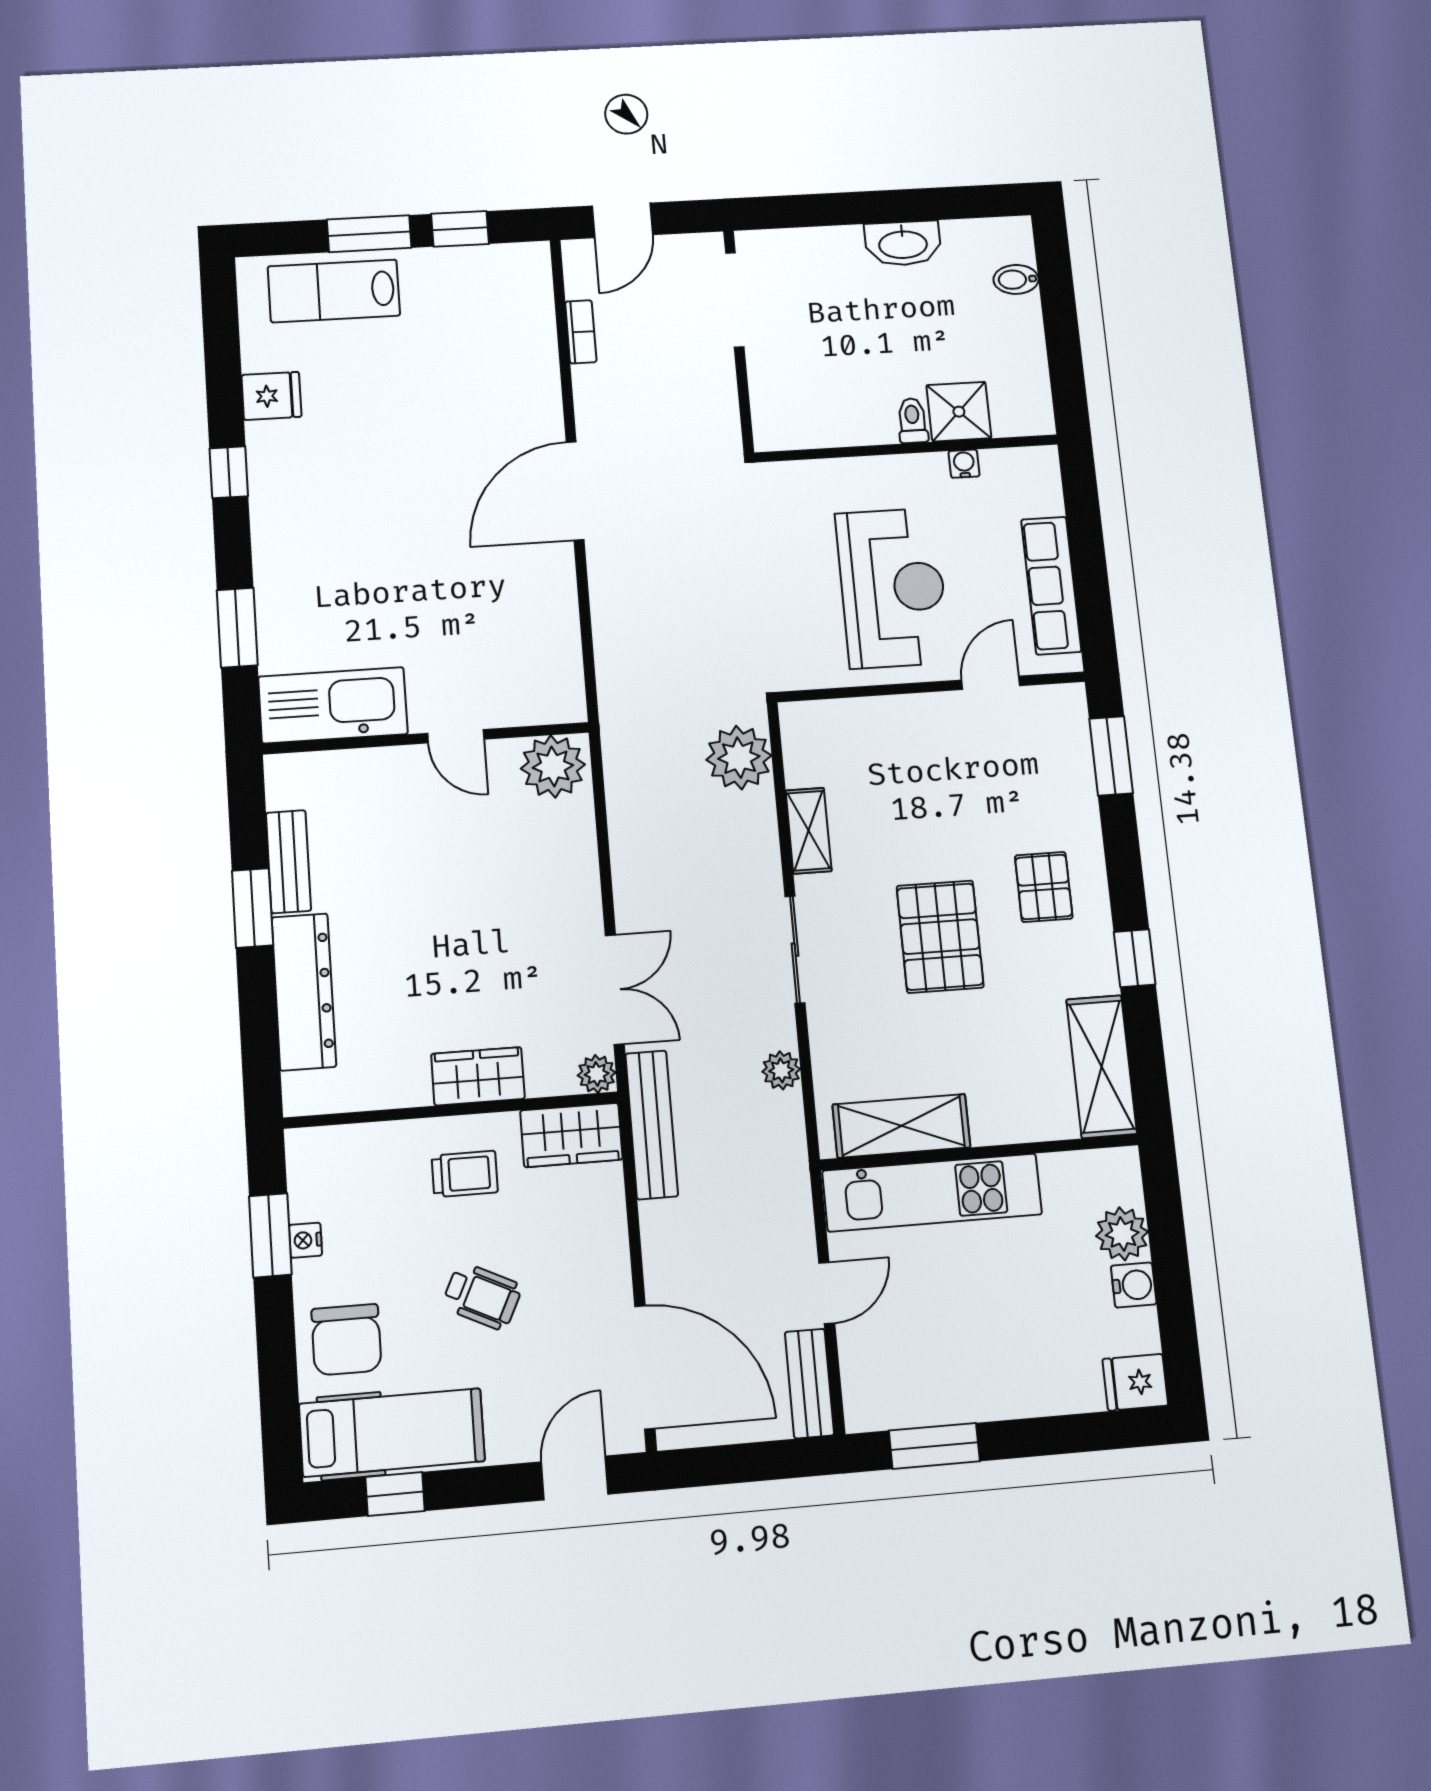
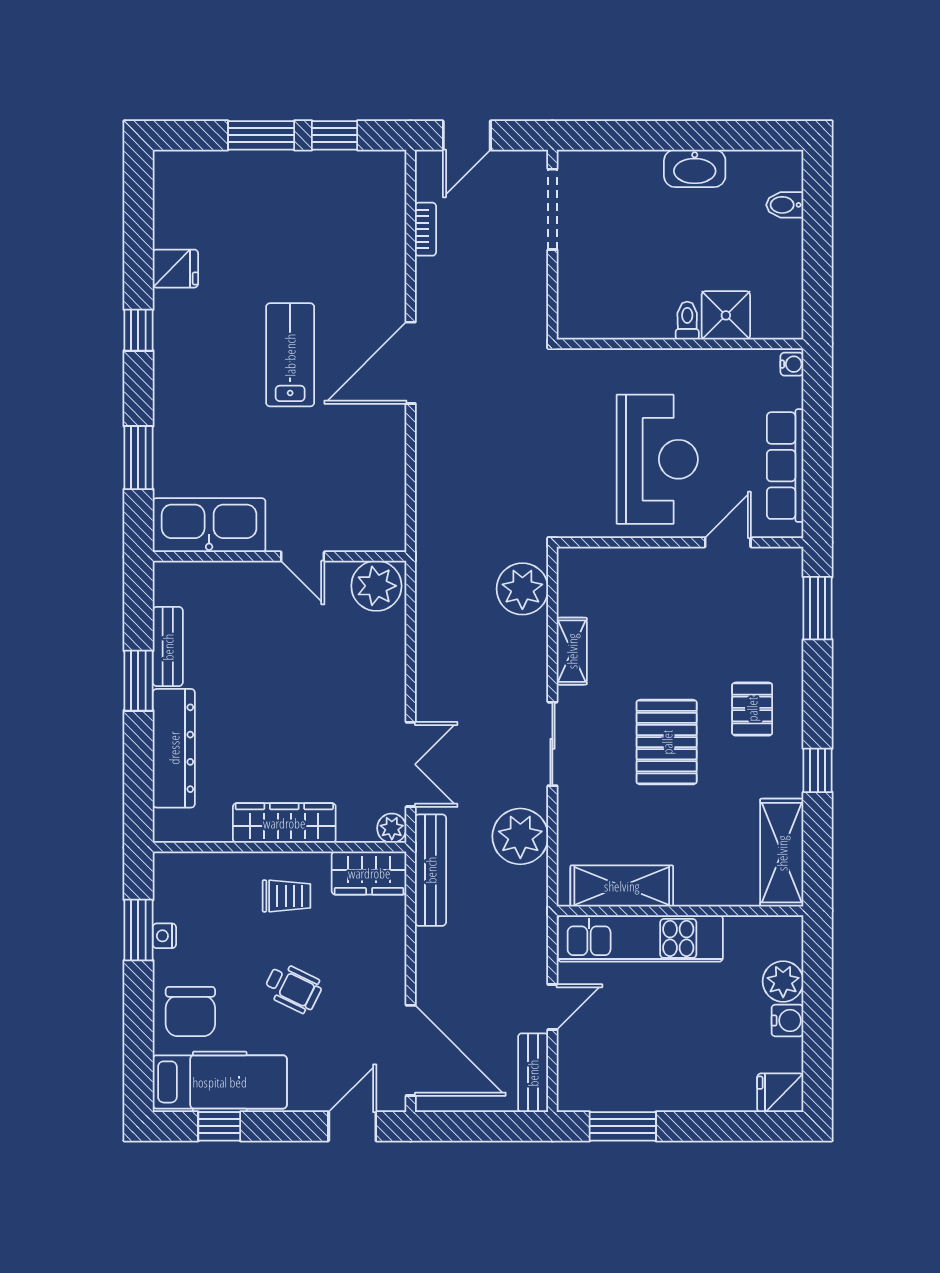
lab bench: (334, 291) -> (290, 355), moved, turned 90
water cooler: (964, 464) -> (792, 364), moved, turned 90
plant: (781, 1070) -> (520, 836), width x1.87, depth x1.87
wardrobe: (478, 1076) -> (284, 823), width x1.50

